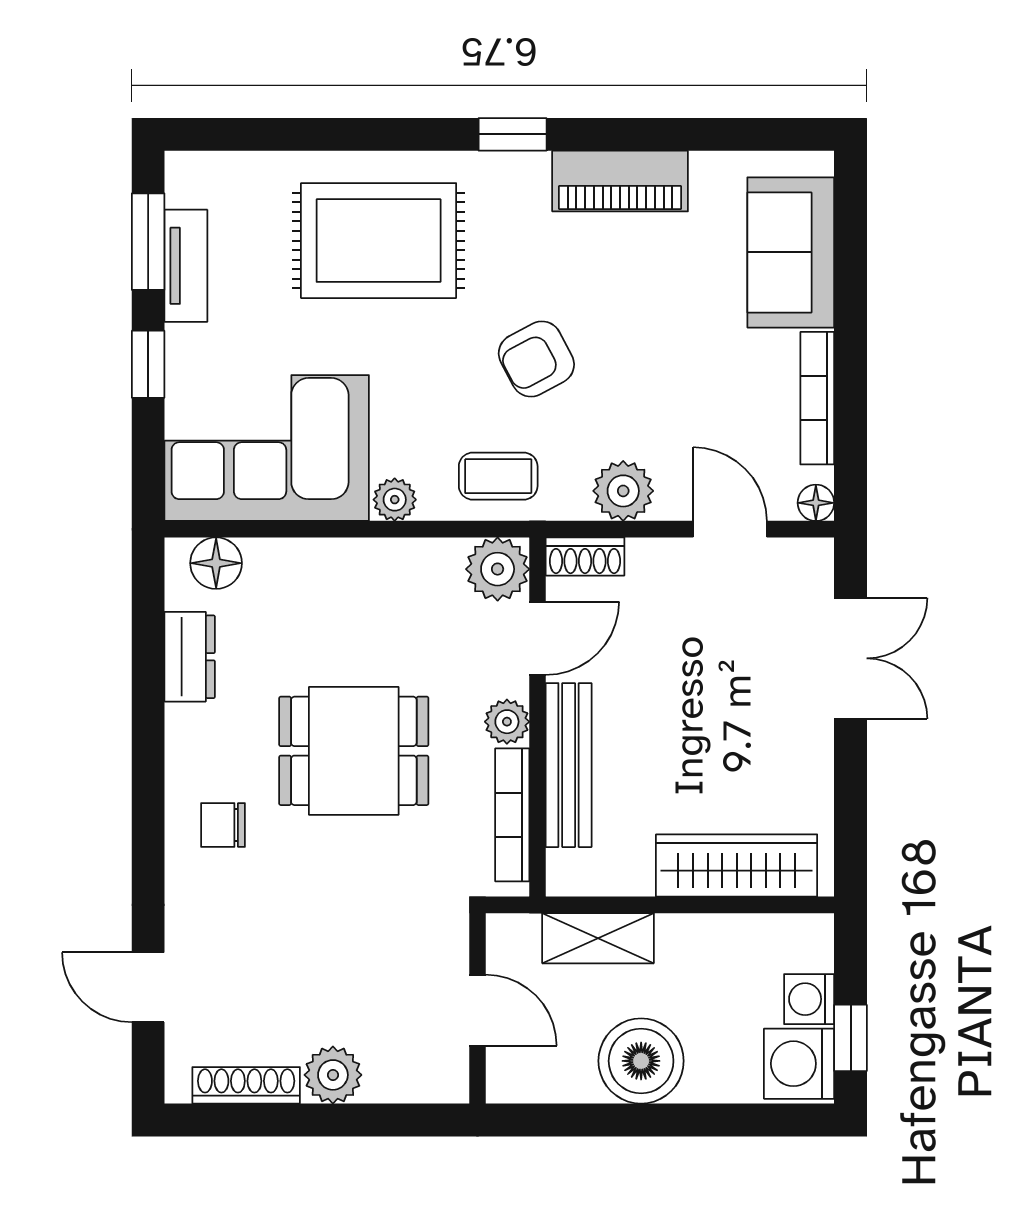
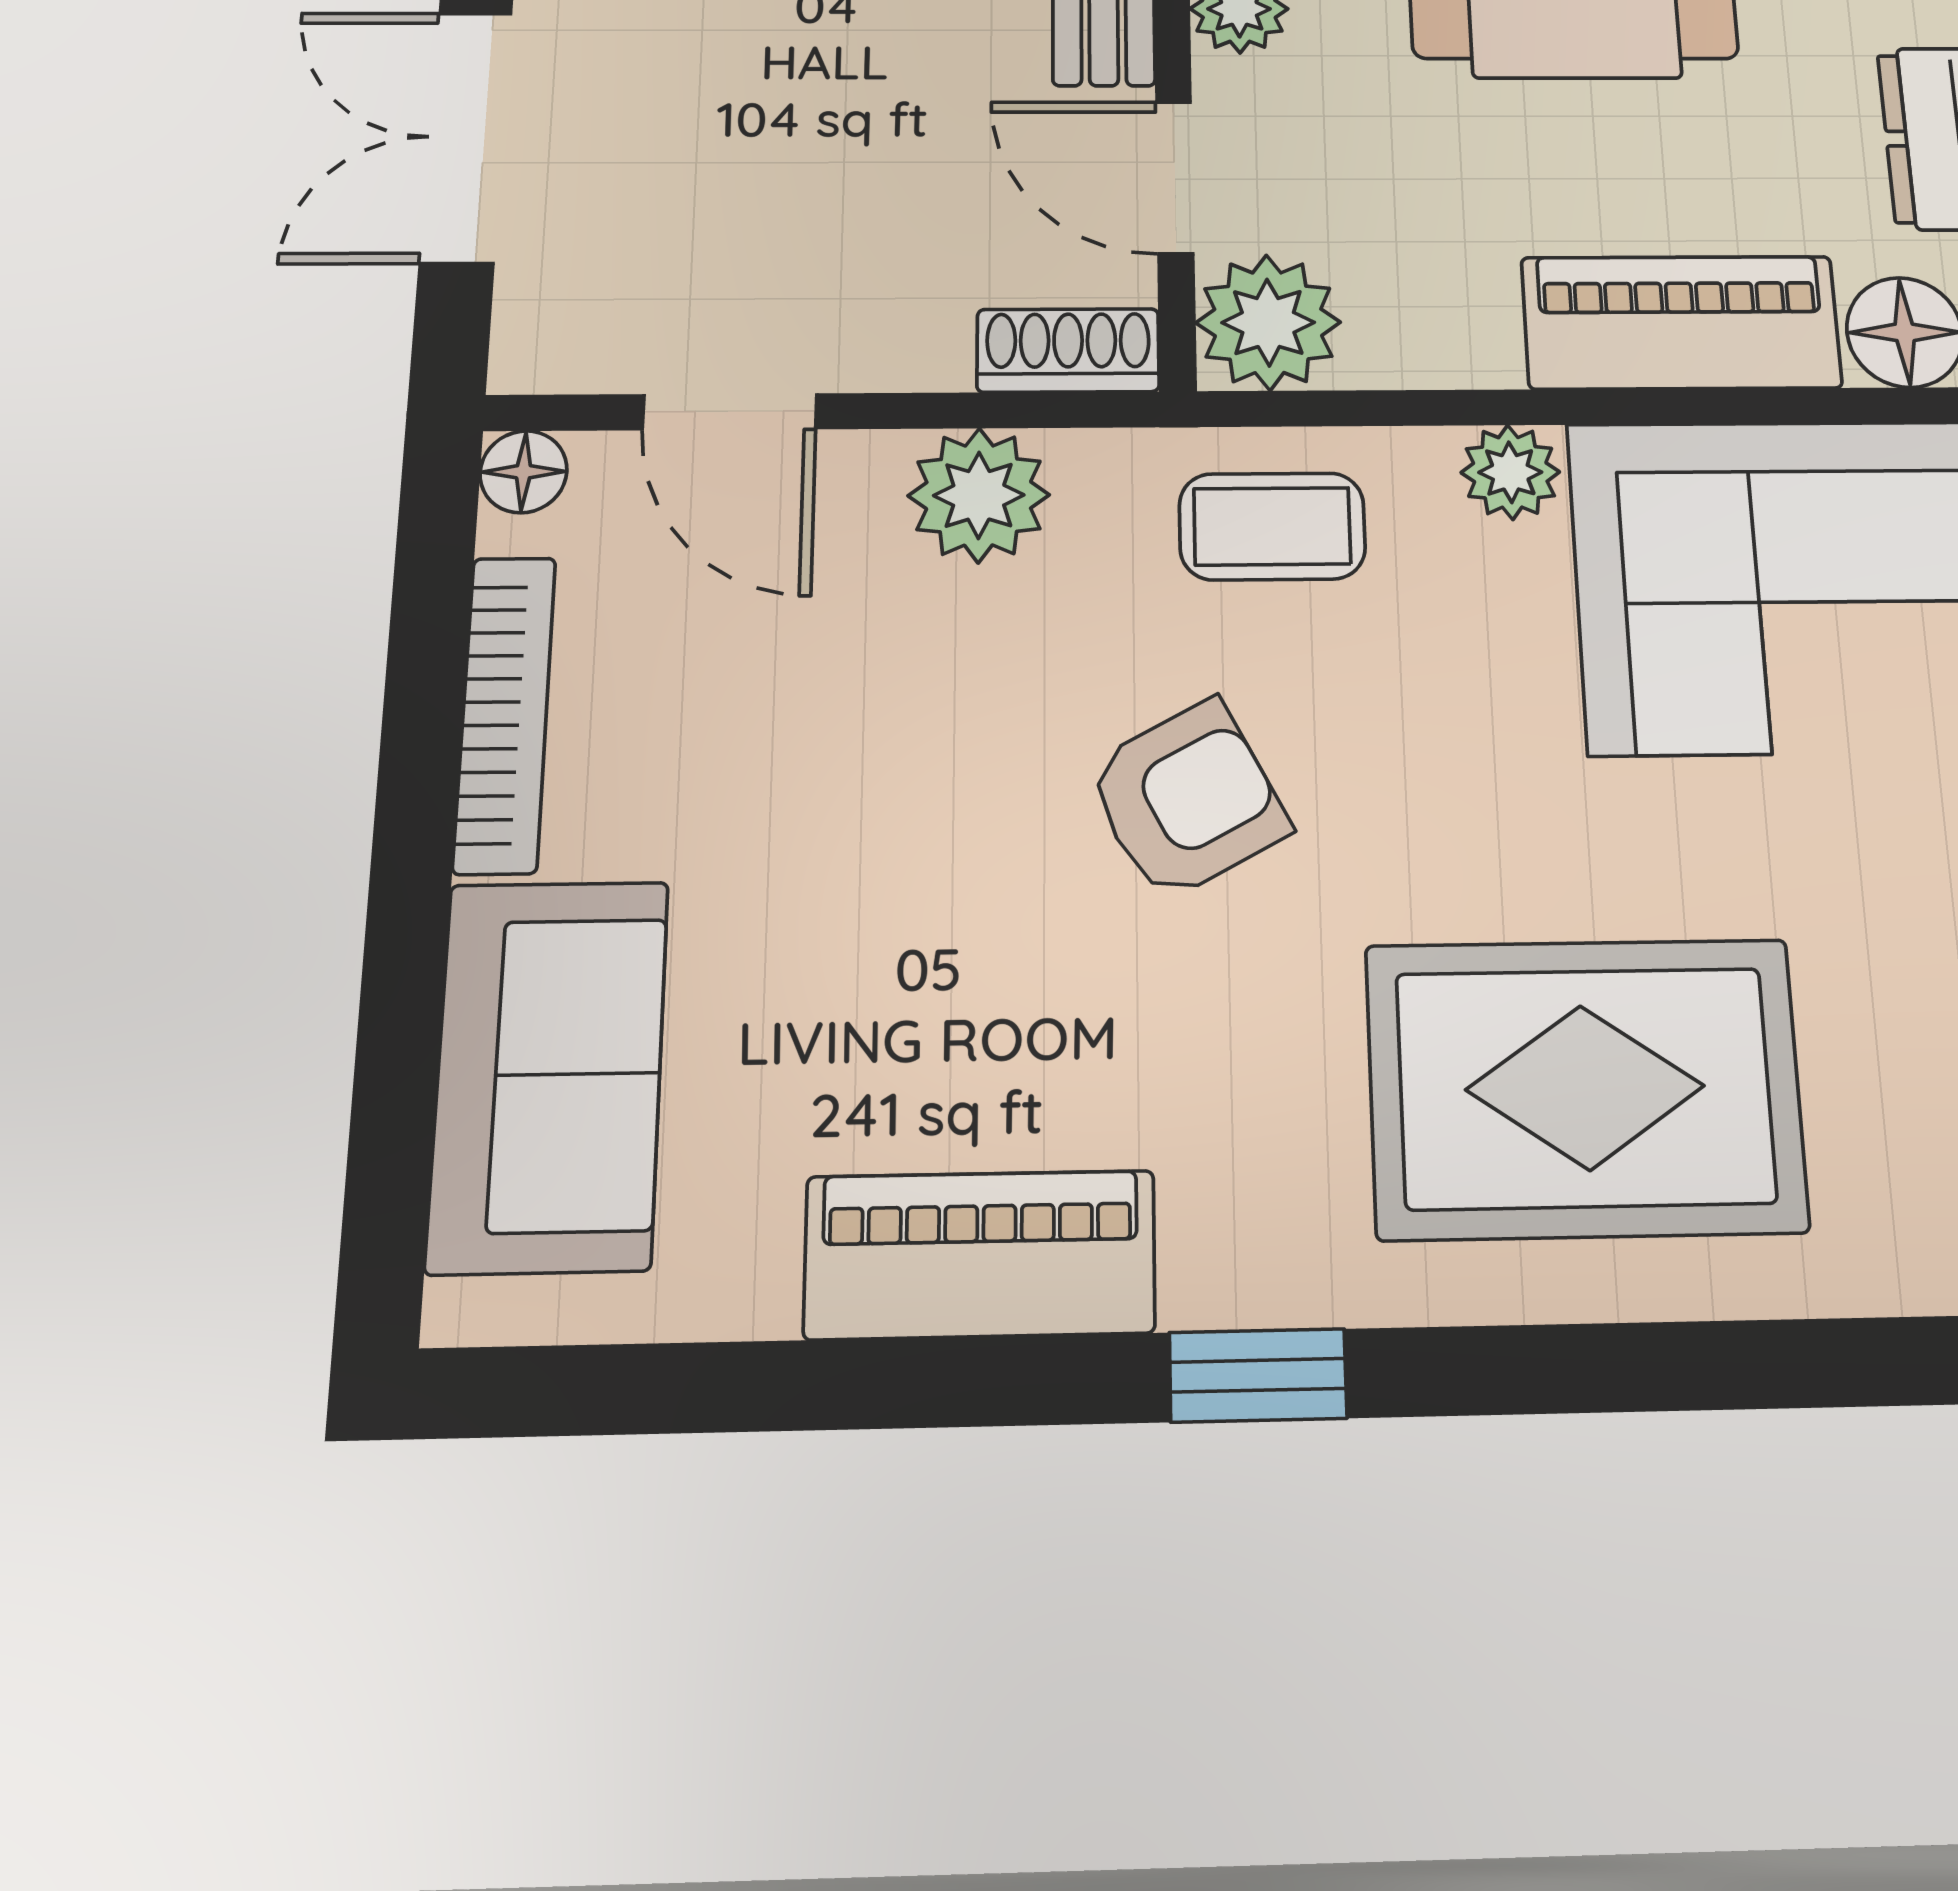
piano: (315, 568) -> (1681, 322), added
door: (537, 638) -> (1175, 177), hinge flipped

